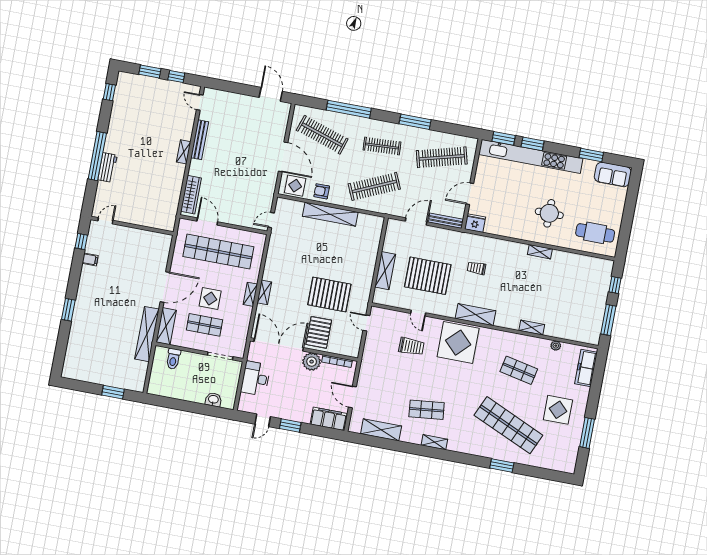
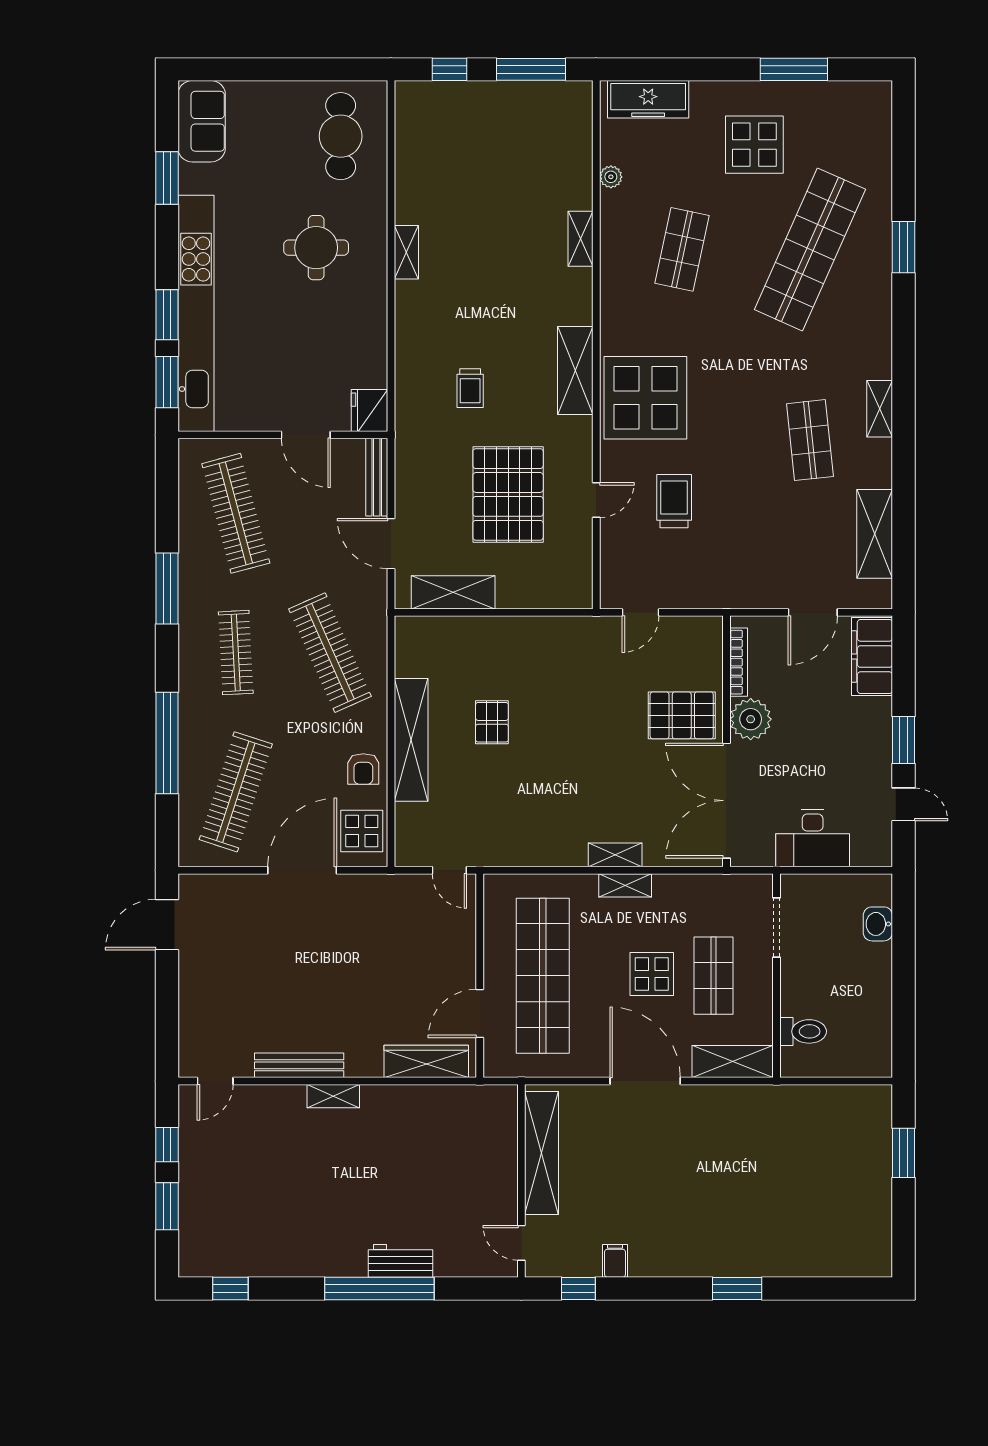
shelving: (385, 271) -> (453, 592), moved
pallet: (329, 294) -> (492, 722), moved, width x0.49, depth x0.50
shelving: (147, 334) -> (542, 1153), moved, turned 90

